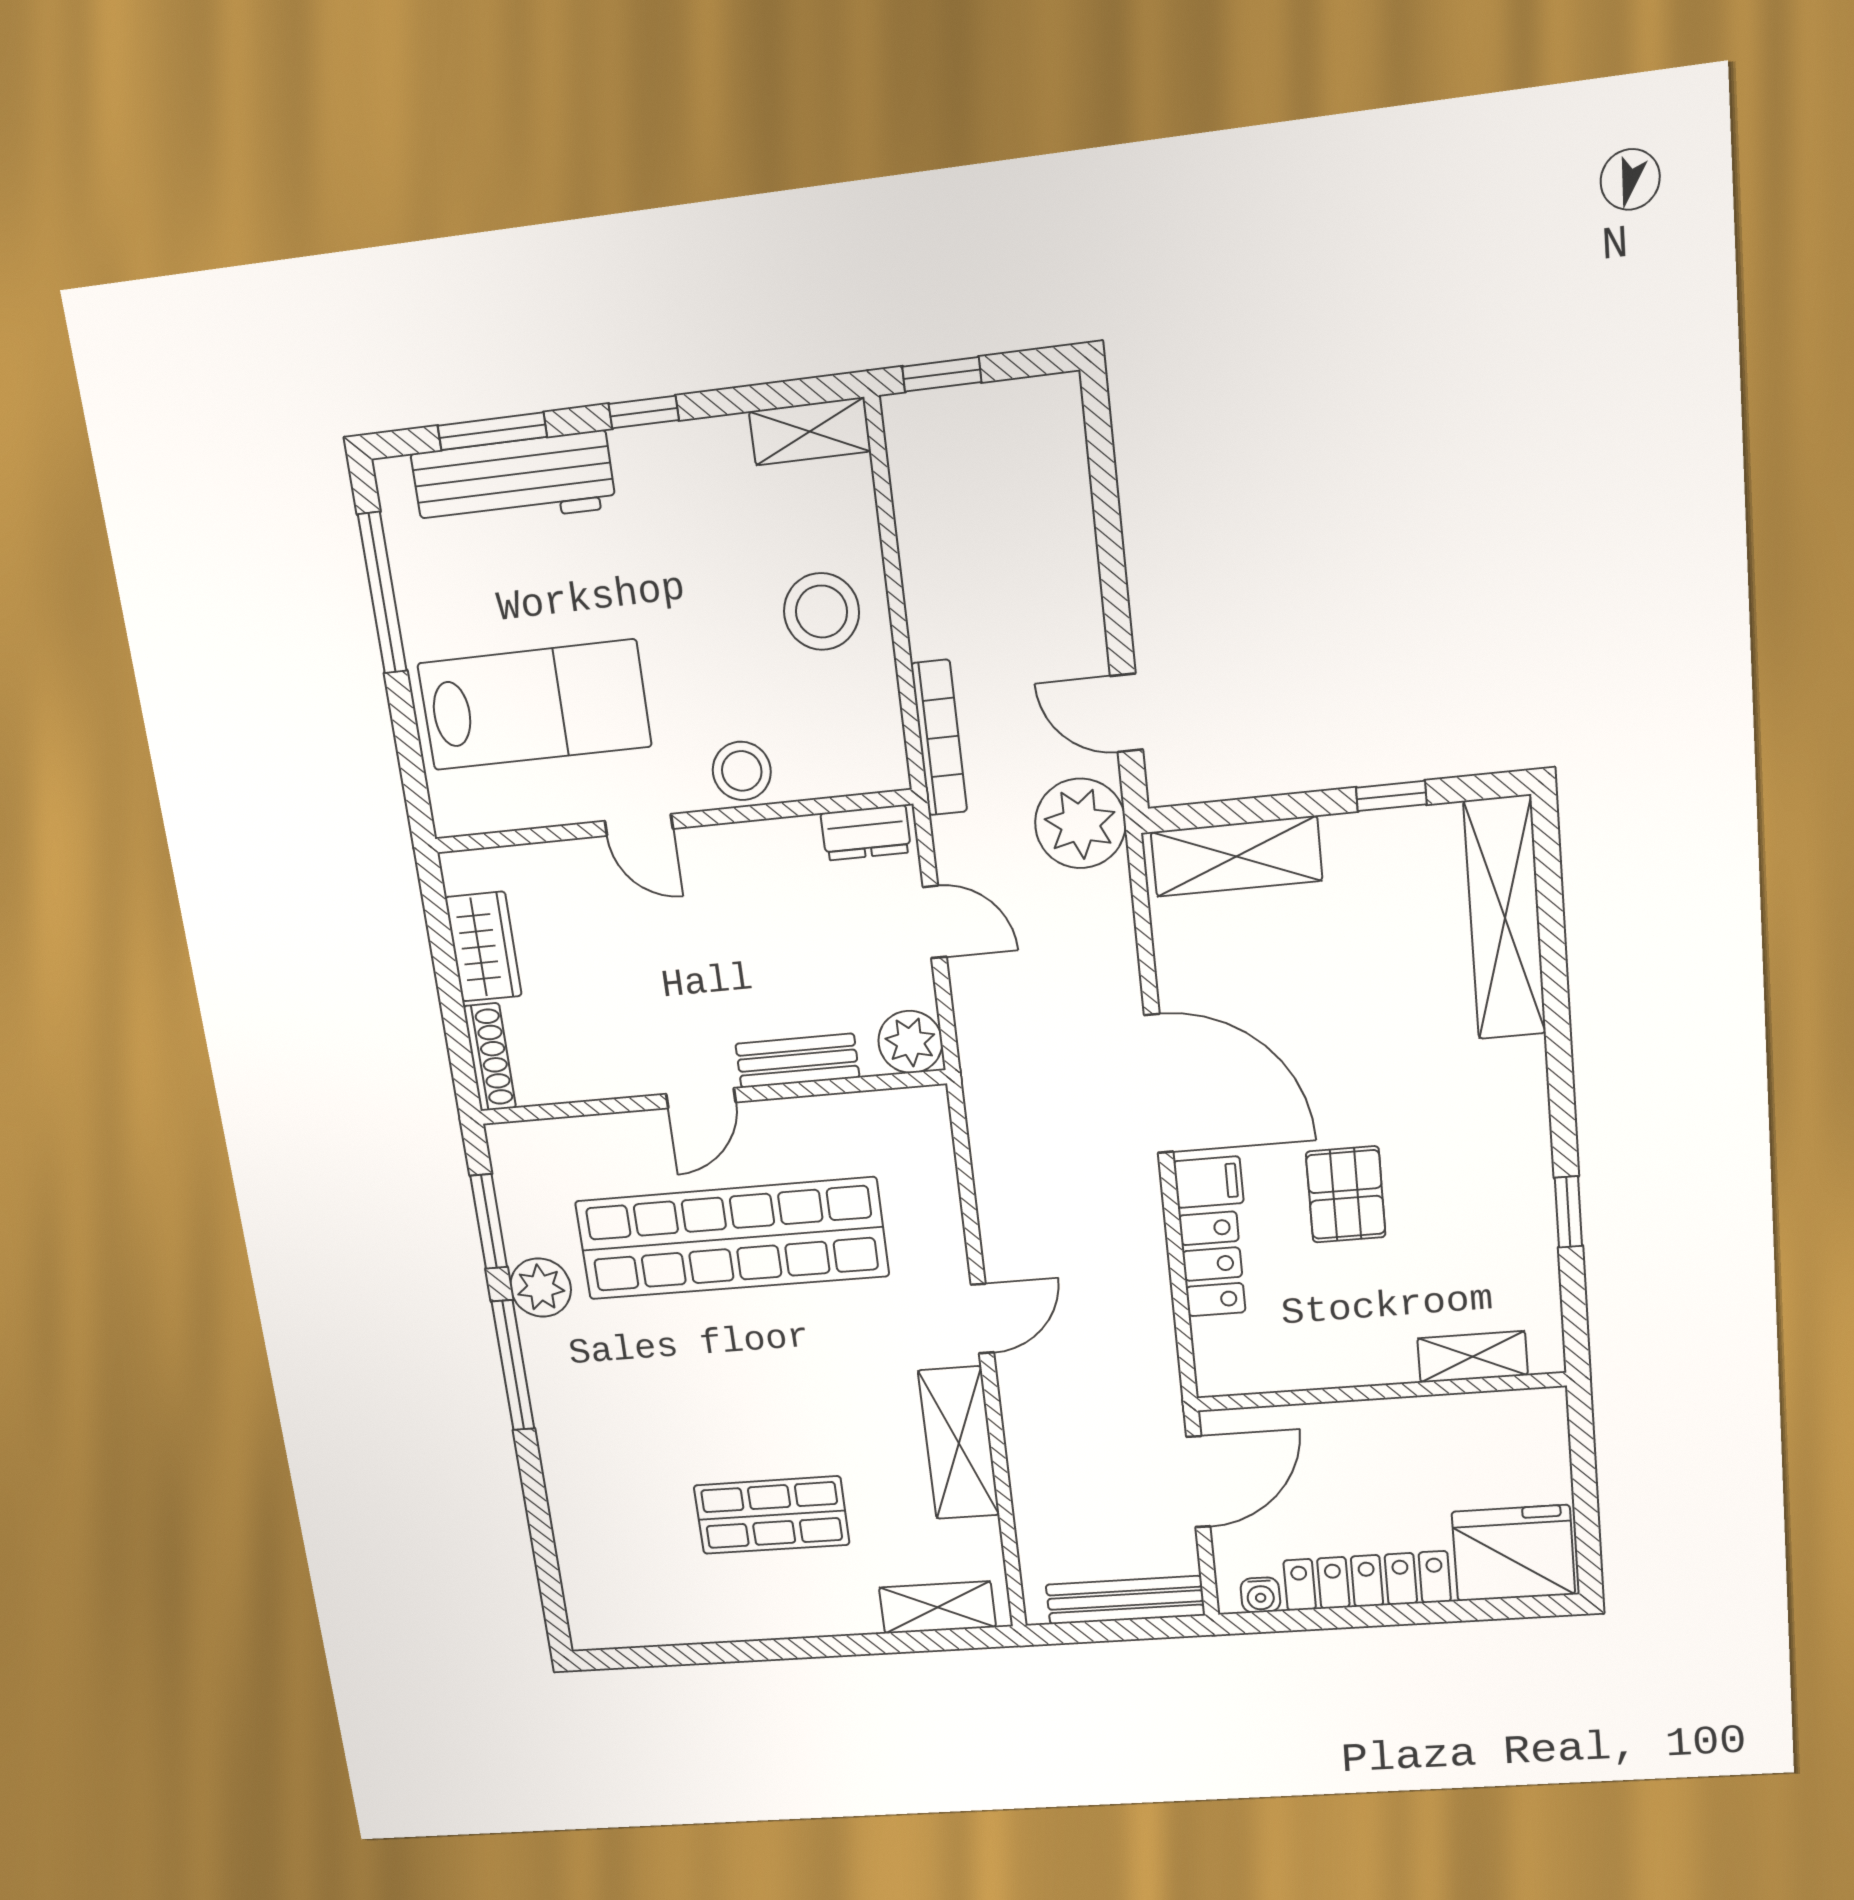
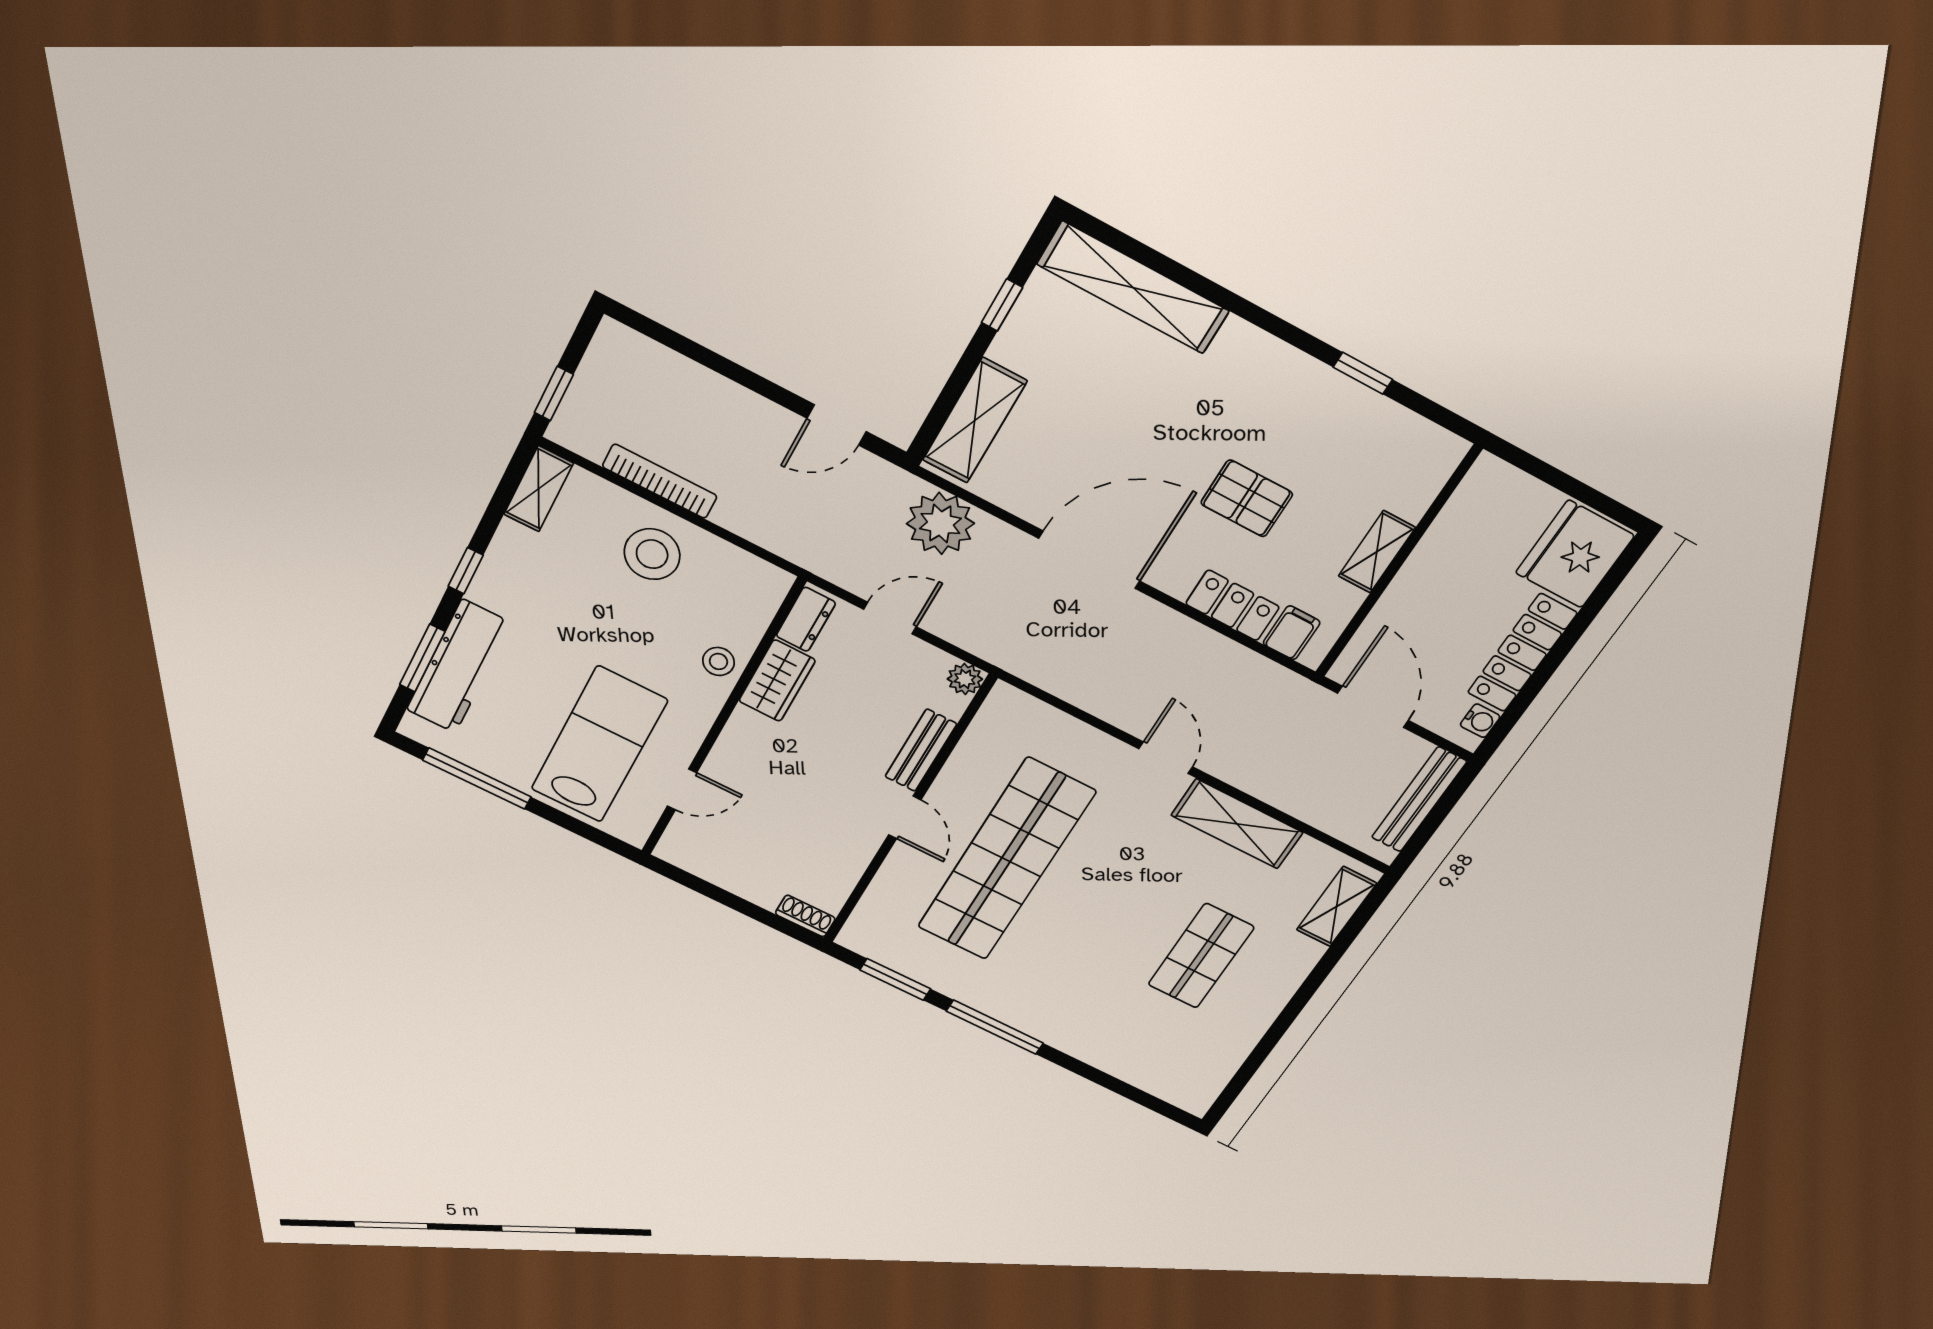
bookcase: (939, 738) -> (660, 481), moved
stool: (742, 771) -> (718, 661), width x0.73, depth x0.73
plant: (1080, 823) -> (940, 523), moved
door: (639, 825) -> (682, 789), moved
wardrobe: (483, 947) -> (777, 681), moved, turned 90
plant: (910, 1042) -> (965, 679), width x0.73, depth x0.73
shoe rack: (490, 1057) -> (805, 916), width x0.70
filing cabinet: (1209, 1182) -> (1292, 633), moved
plant: (541, 1288) -> (957, 980), removed
shelving: (1472, 1357) -> (1377, 552), moved

